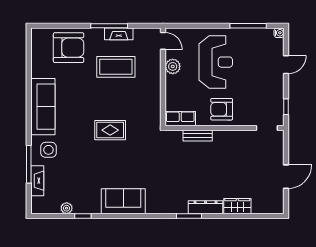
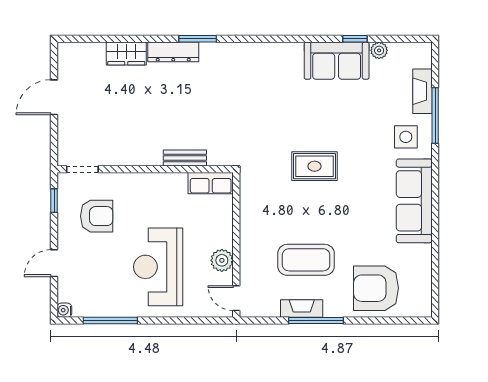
armchair: (222, 109) -> (97, 216), moved
sofa: (123, 201) -> (337, 61), moved

